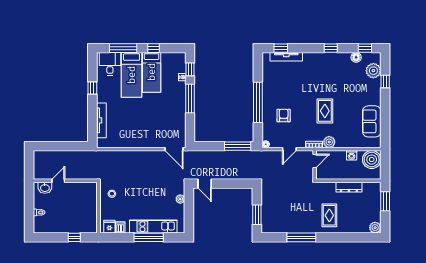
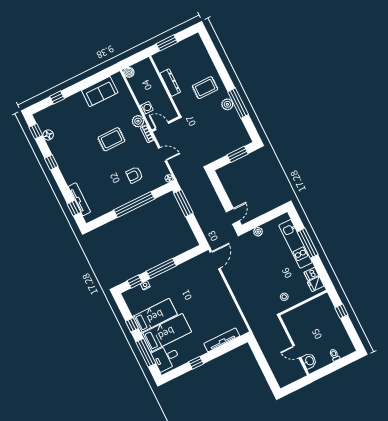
plant: (373, 71) -> (52, 113), removed
washing machine: (352, 155) -> (147, 108), moved
boiler: (372, 160) -> (129, 72), width x0.54, depth x0.54
plant: (375, 228) -> (227, 104), moved

